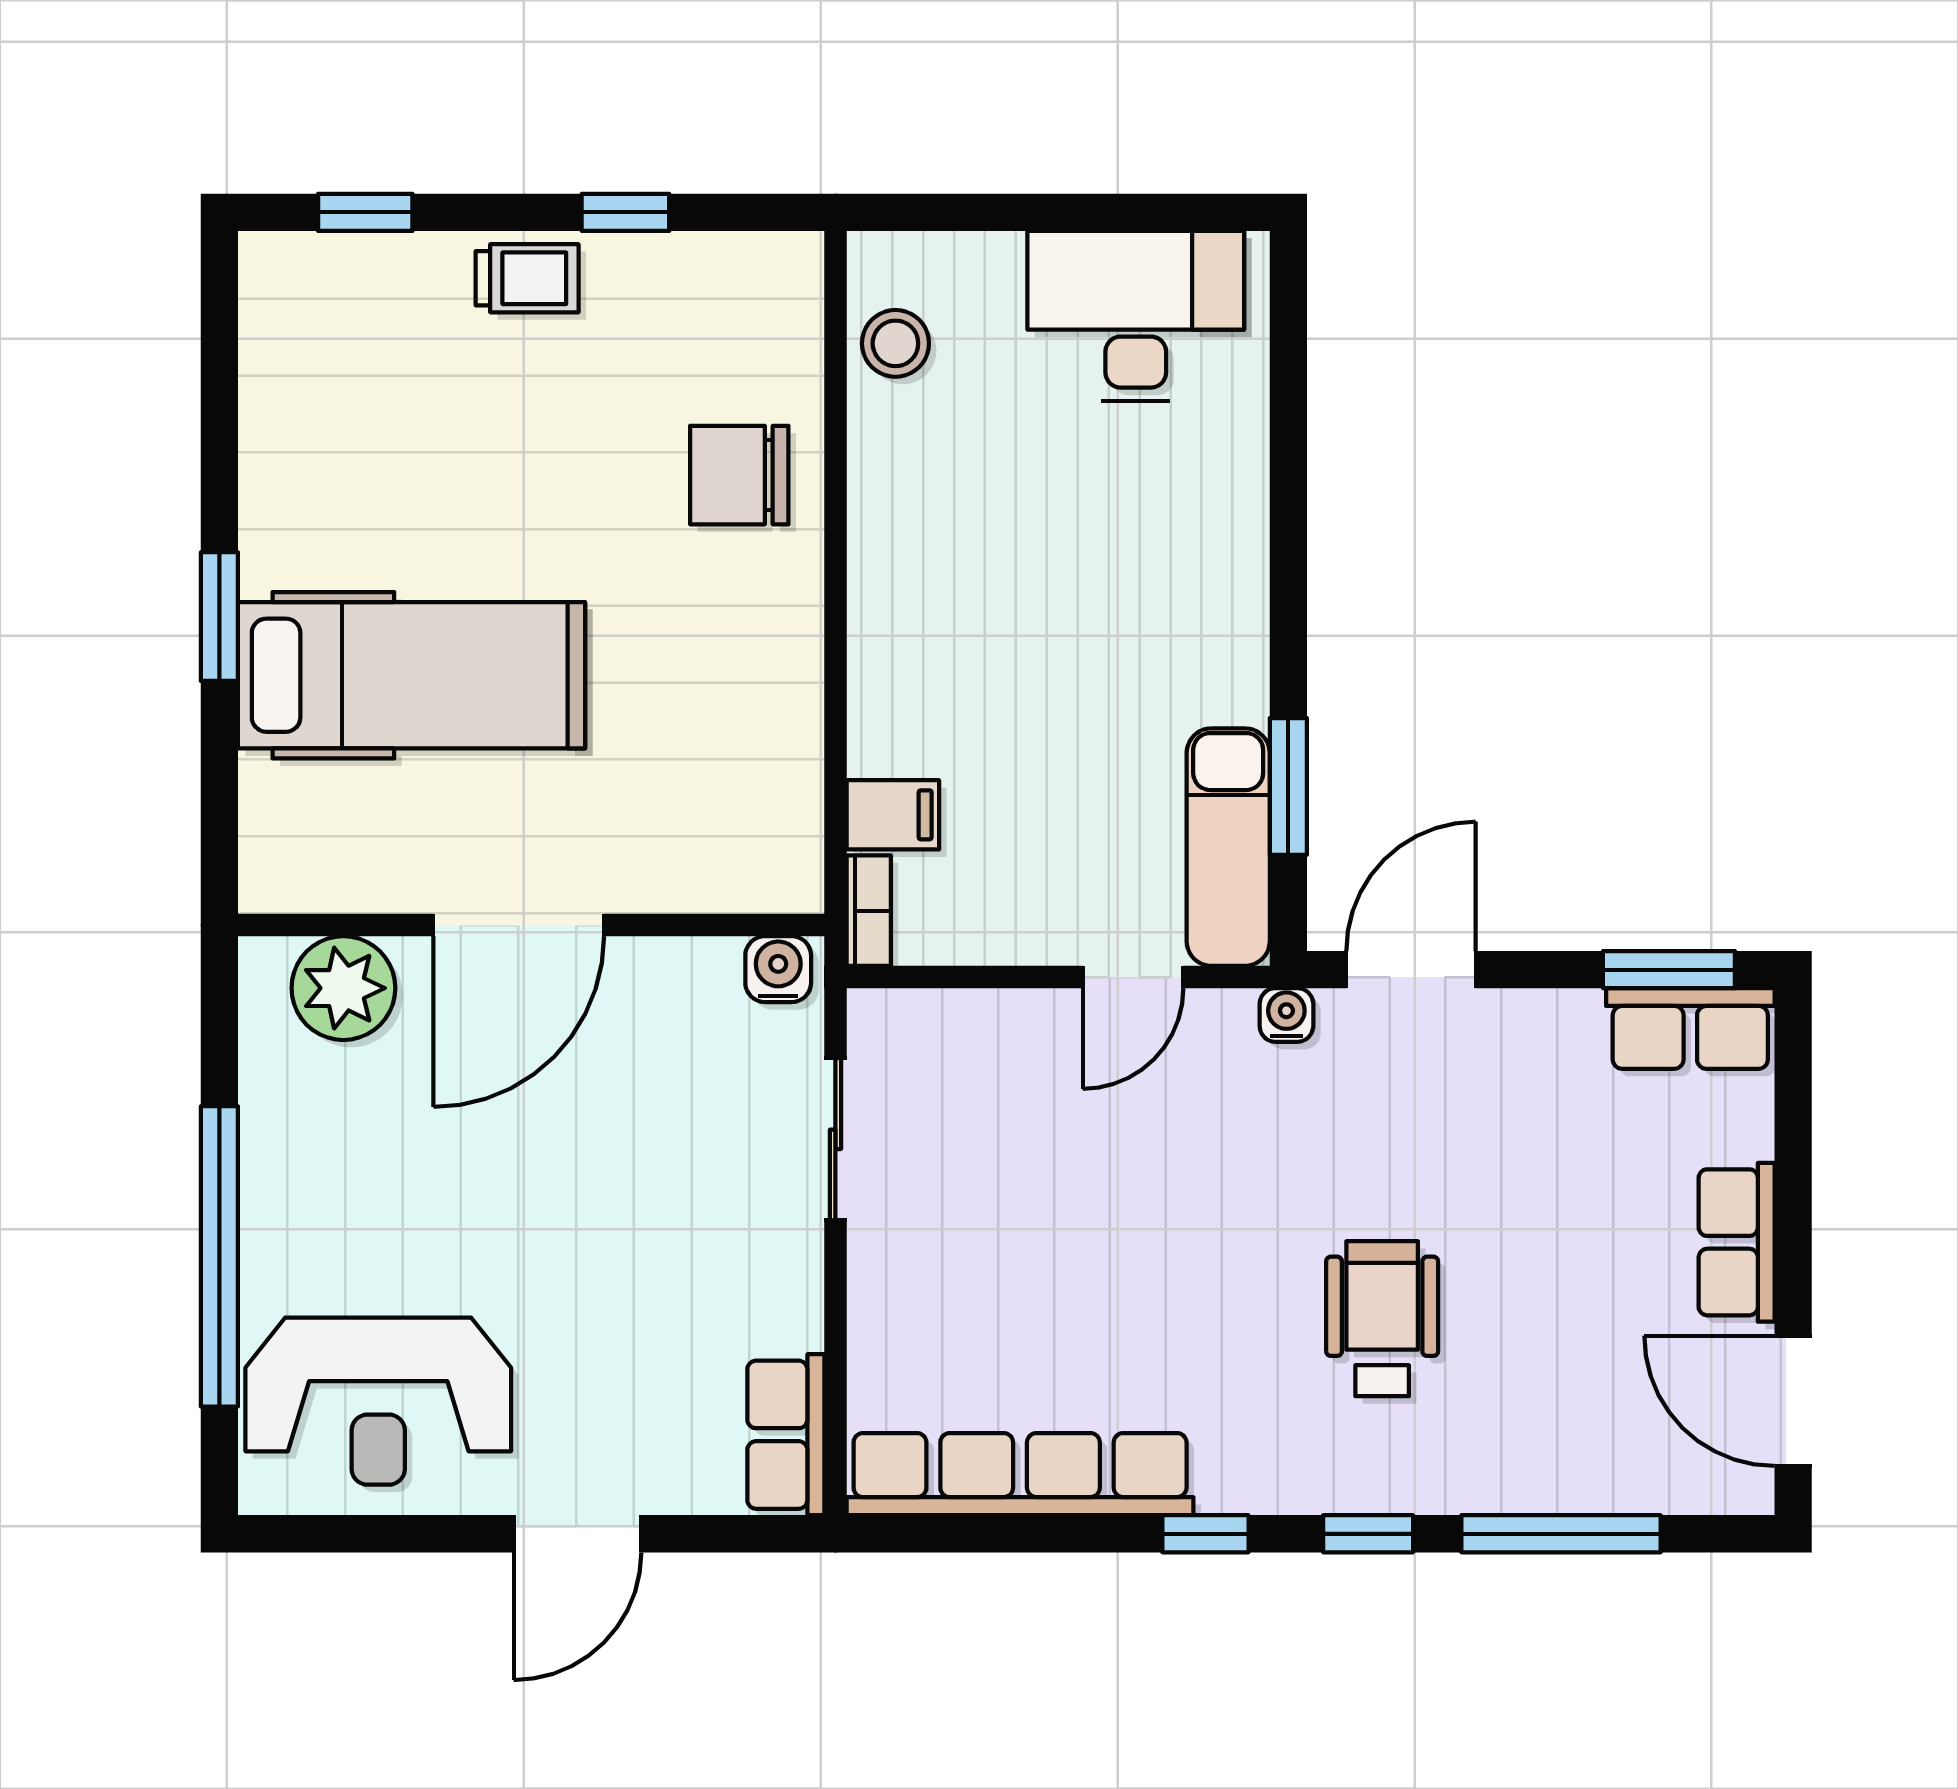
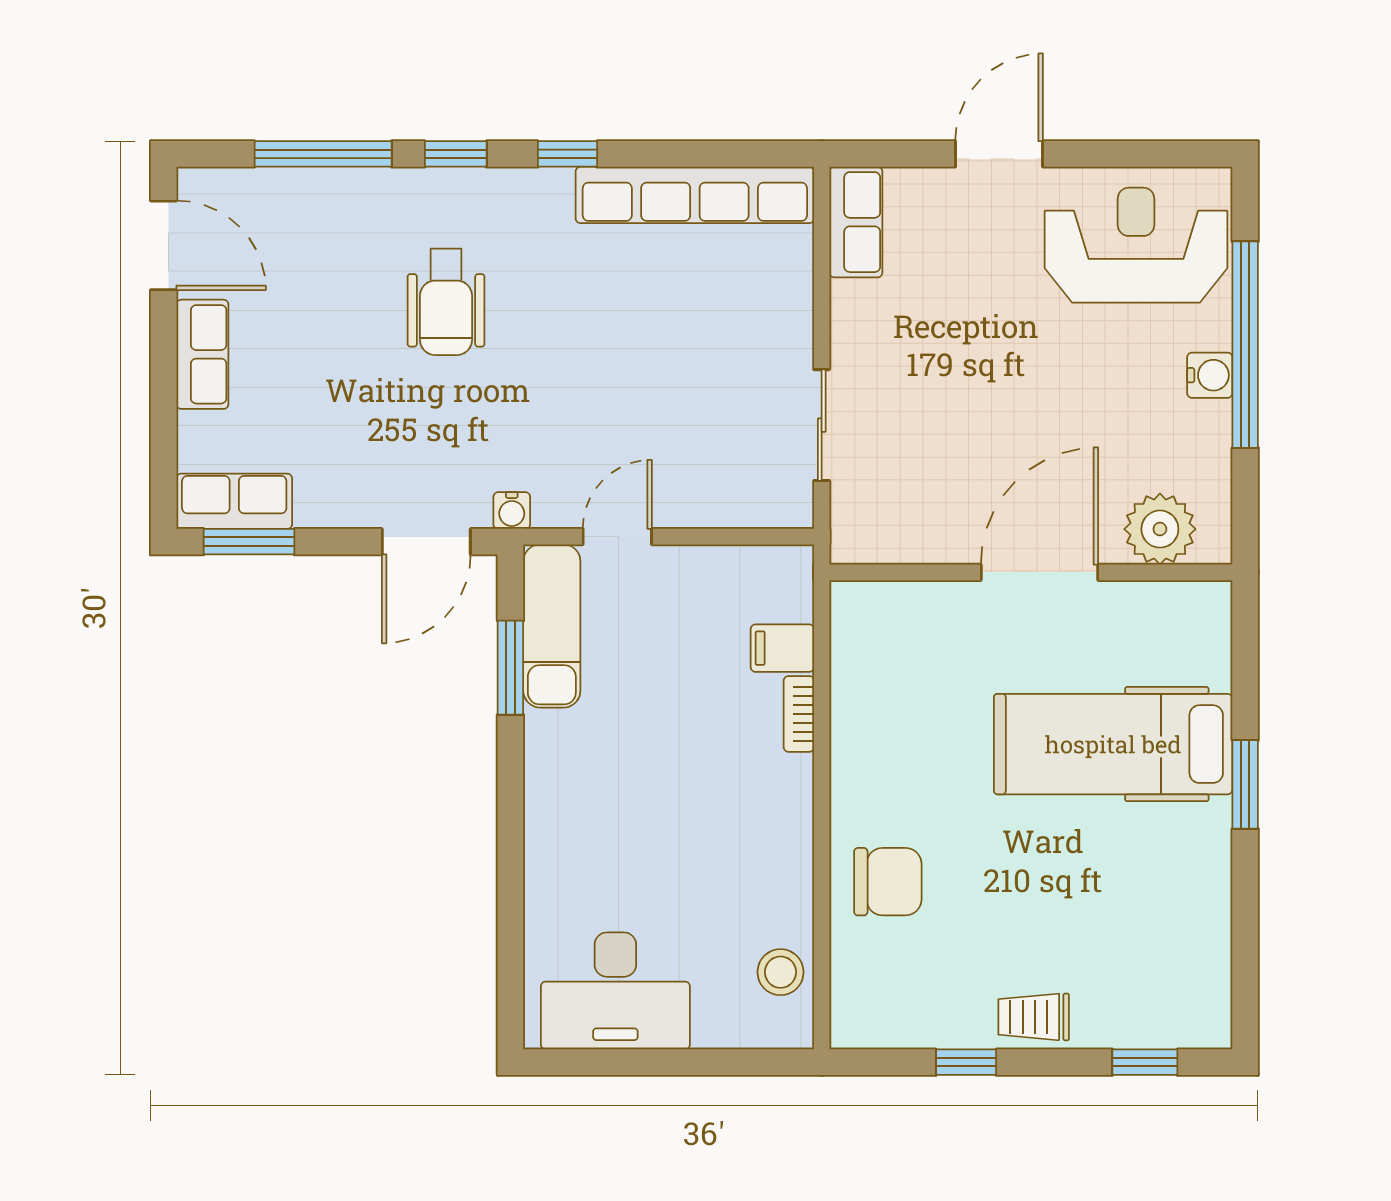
bookcase: (869, 911) -> (799, 714), moved
water cooler: (778, 969) -> (1210, 375), moved, turned -90

